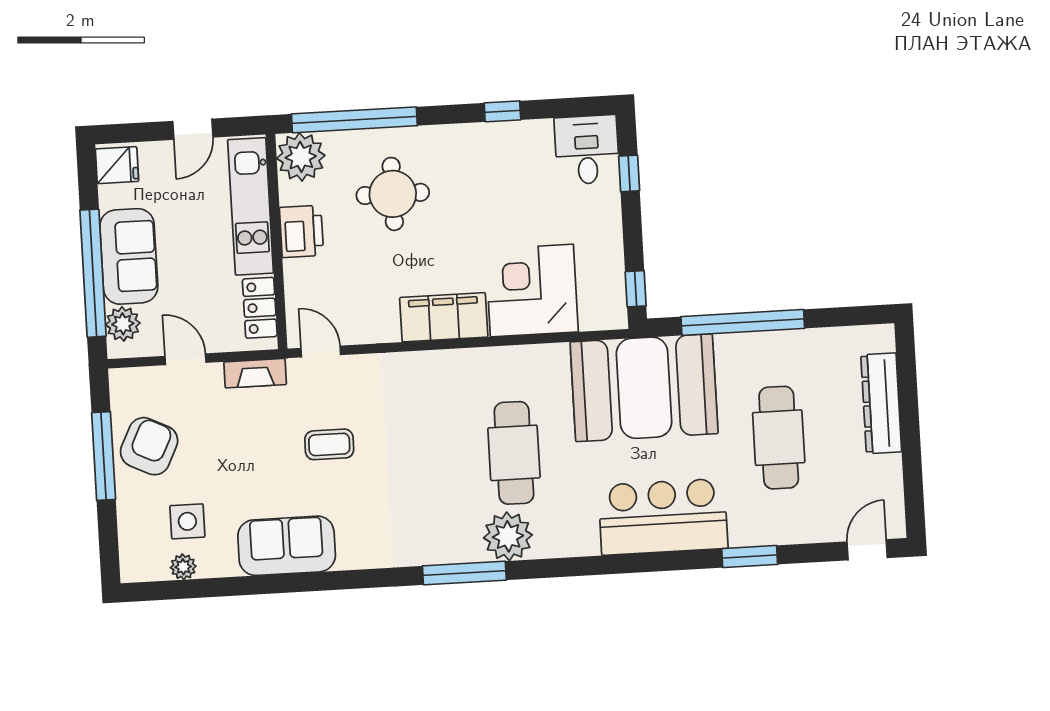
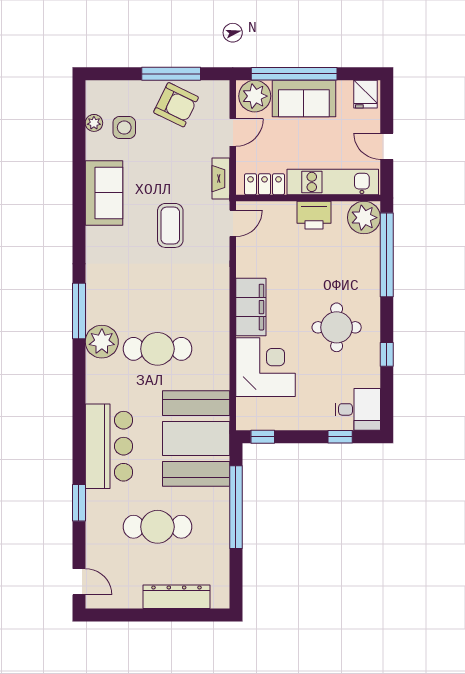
round table: (393, 194) -> (337, 327), moved
plant: (123, 324) -> (255, 96), width x1.36, depth x1.36
coffee table: (329, 444) -> (170, 225), width x1.36, depth x1.30

